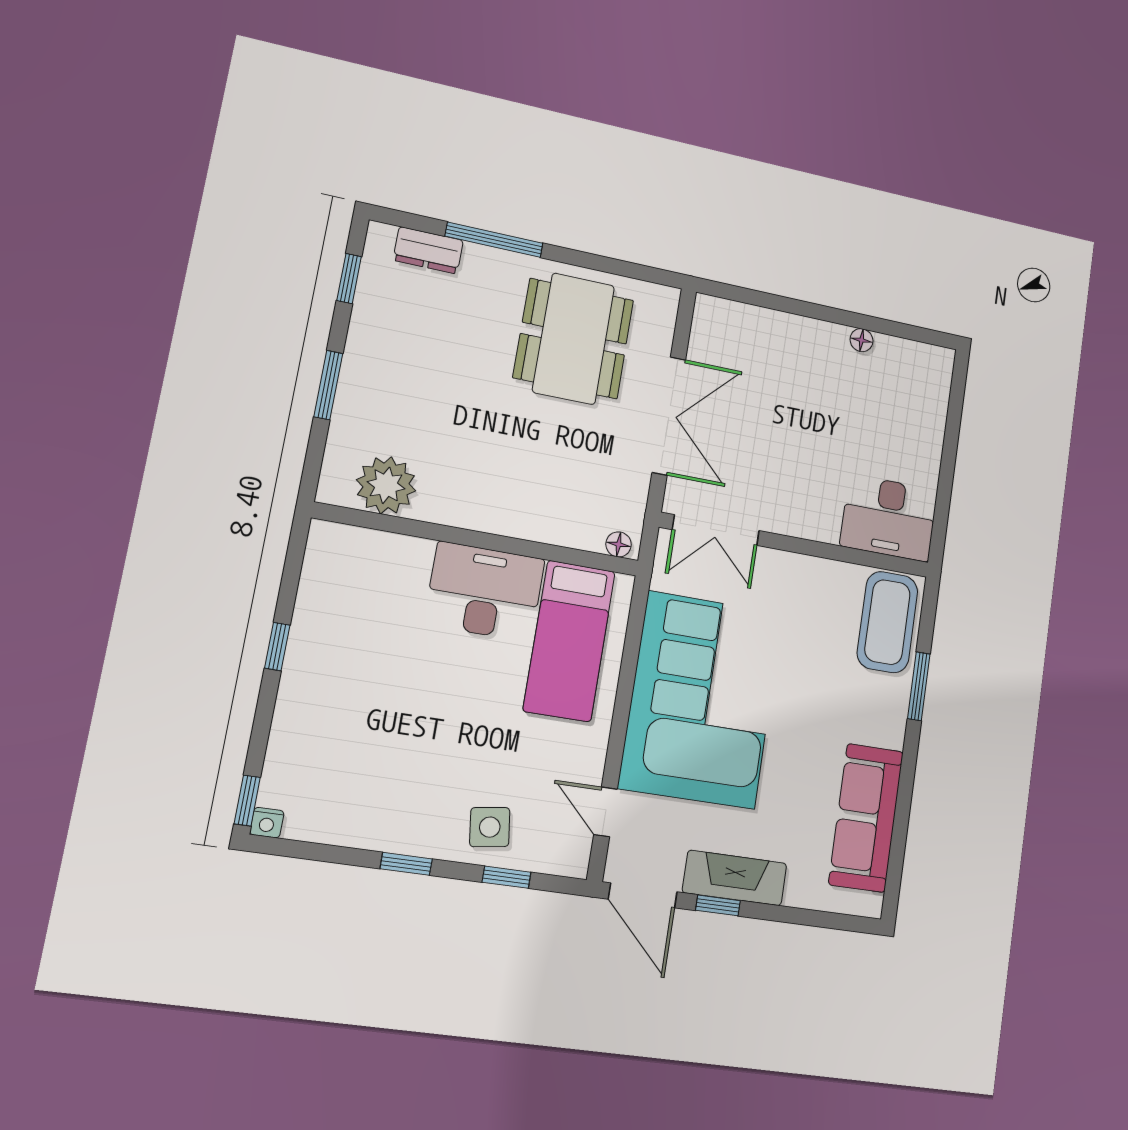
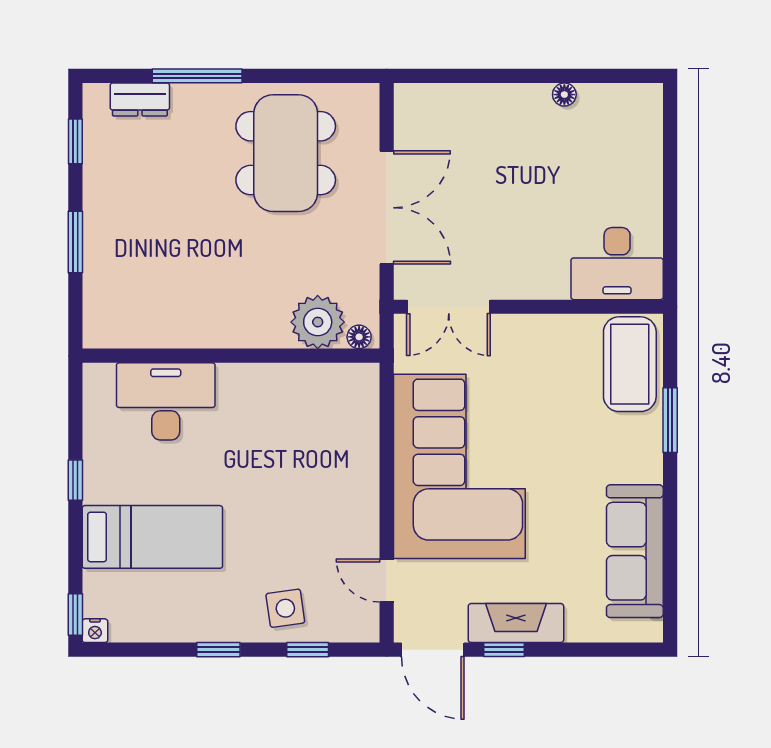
plant: (386, 485) -> (318, 322), moved
desk: (485, 592) -> (166, 401), moved
bed: (569, 641) -> (152, 537), moved, turned -90

